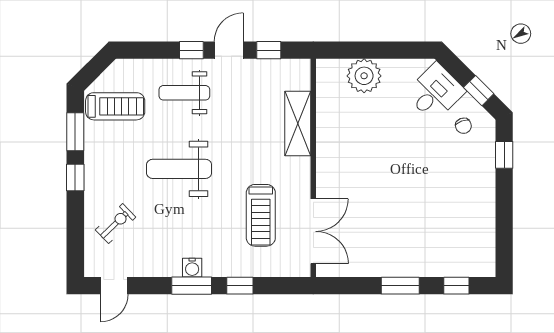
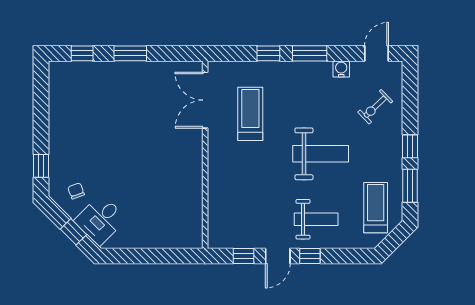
plant: (364, 76) -> (161, 234), removed
window: (479, 91) -> (74, 232), moved
treadmill: (115, 106) -> (376, 208), turned 90
shelving: (298, 124) -> (218, 193), removed
water cooler: (192, 268) -> (341, 69), moved

